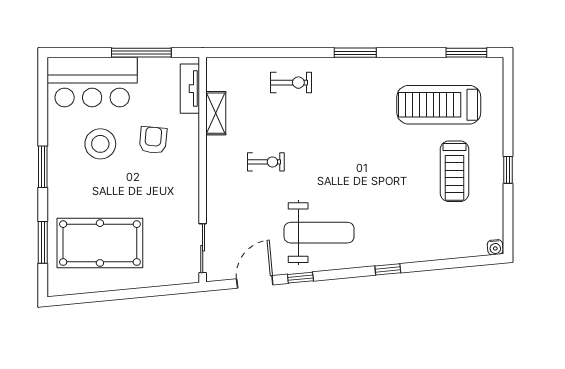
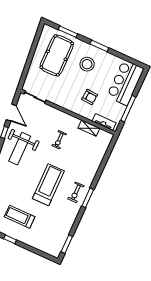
exercise bike: (291, 83) -> (76, 192), moved
treadmill: (439, 105) -> (48, 185), moved
stool: (100, 144) -> (87, 64), moved

